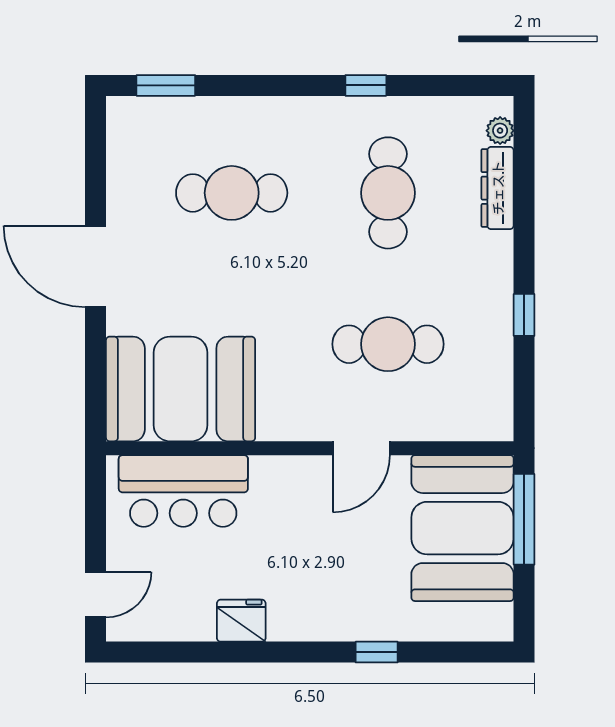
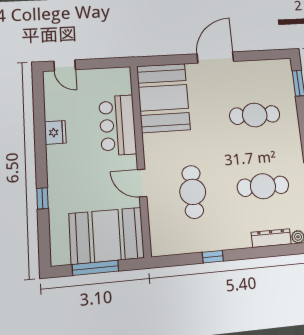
cafe table: (232, 193) -> (255, 115), turned 90
bar counter: (183, 491) -> (118, 125), moved
window: (524, 519) -> (95, 268), moved

